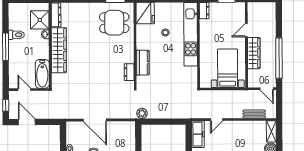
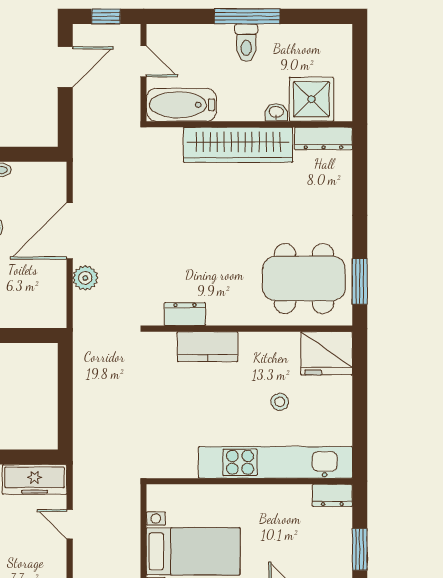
dining table: (114, 23) -> (304, 279), width x1.38
toilet: (16, 35) -> (246, 43), moved
door: (24, 90) -> (144, 61), hinge flipped
plant: (142, 113) -> (85, 278), moved

